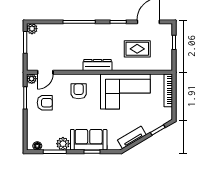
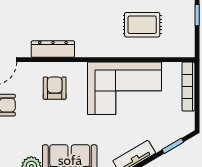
dresser: (97, 65) -> (53, 49), moved

